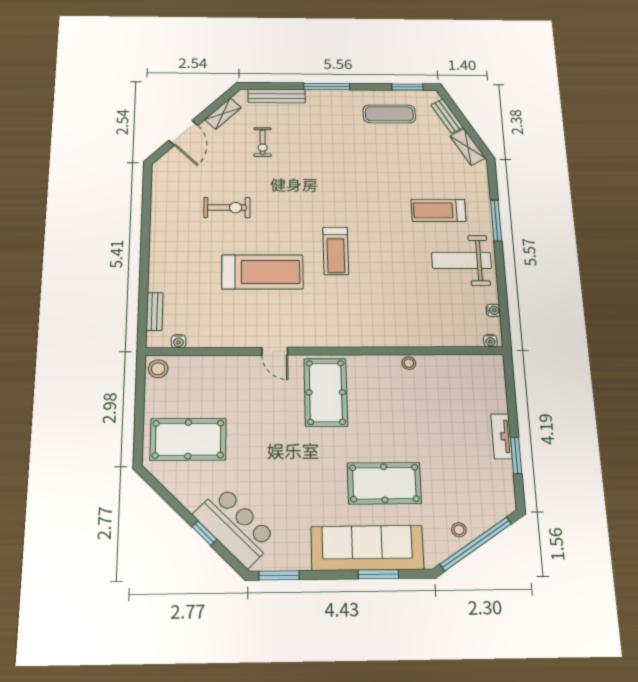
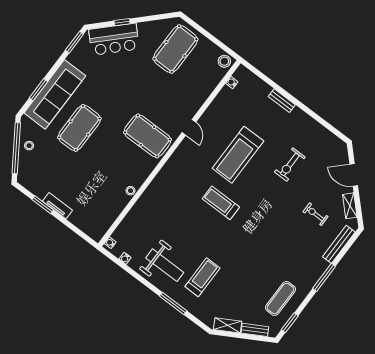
weight bench: (461, 260) -> (165, 265), turned 90
bench: (155, 311) -> (282, 101), moved
door: (275, 351) -> (189, 127), swing flipped

